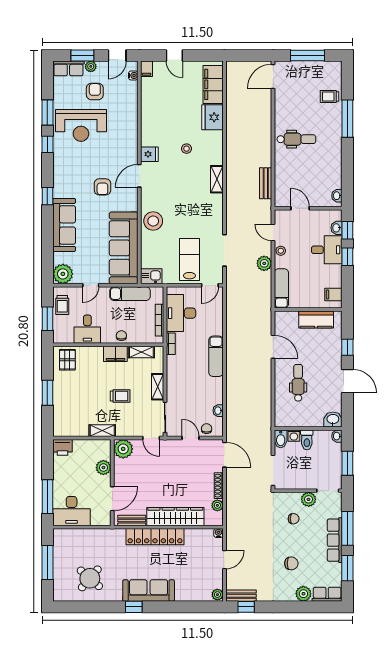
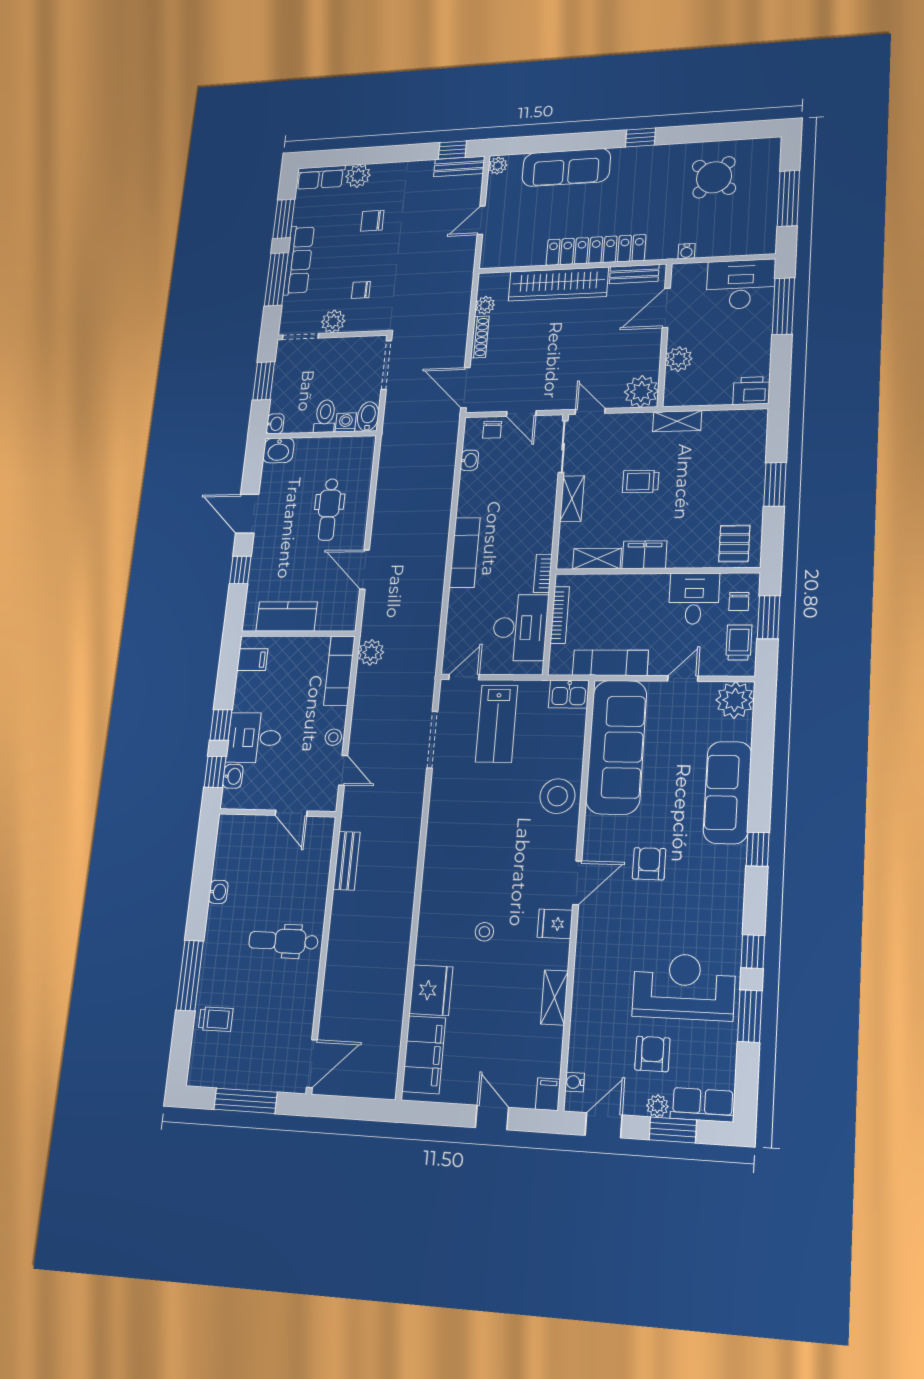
armchair: (95, 91) -> (652, 1054), turned 180
shelving: (217, 179) -> (554, 998), moved
washbasin: (337, 196) -> (218, 892), moved
plant: (264, 263) -> (371, 652), moved
chair: (121, 336) -> (739, 601), moved
water cooler: (219, 533) -> (686, 251), moved
sofa: (149, 591) -> (566, 167), moved

